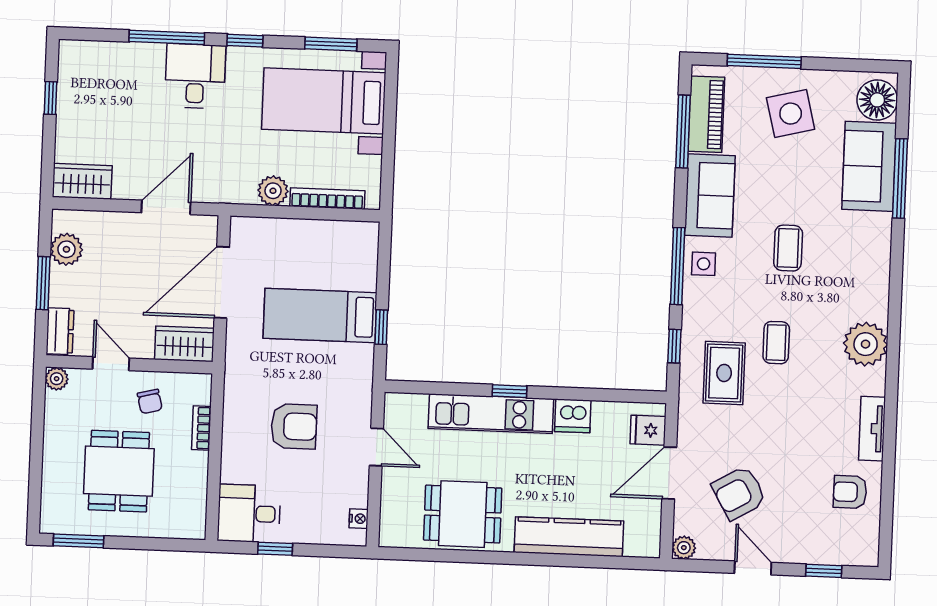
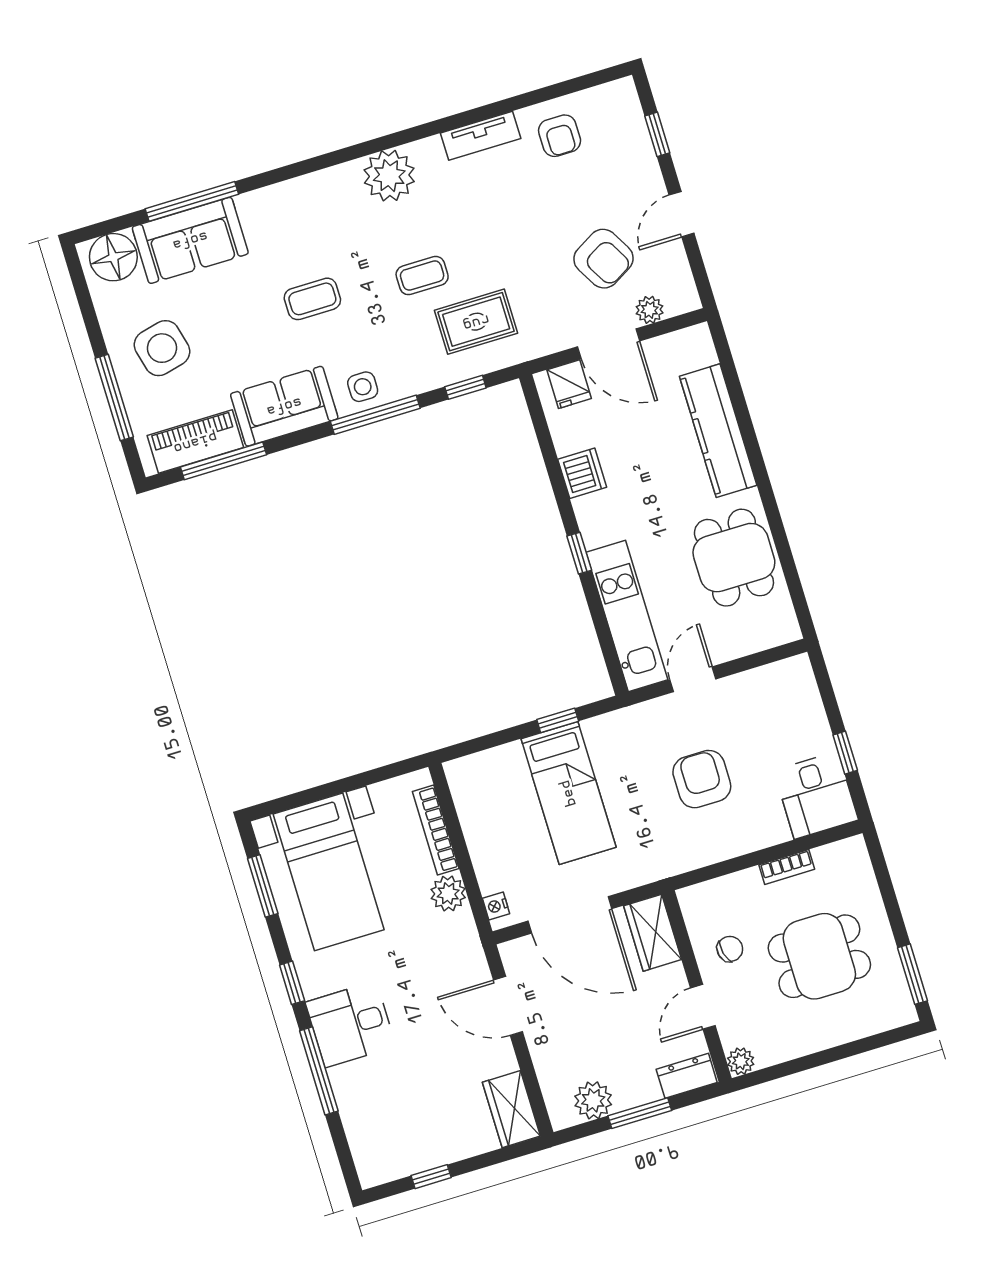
kitchen unit: (491, 414) -> (627, 616), moved
bookcase: (201, 428) -> (787, 867), moved
nightstand: (359, 519) -> (496, 906), moved, turned -90
plant: (684, 548) -> (650, 310), moved

